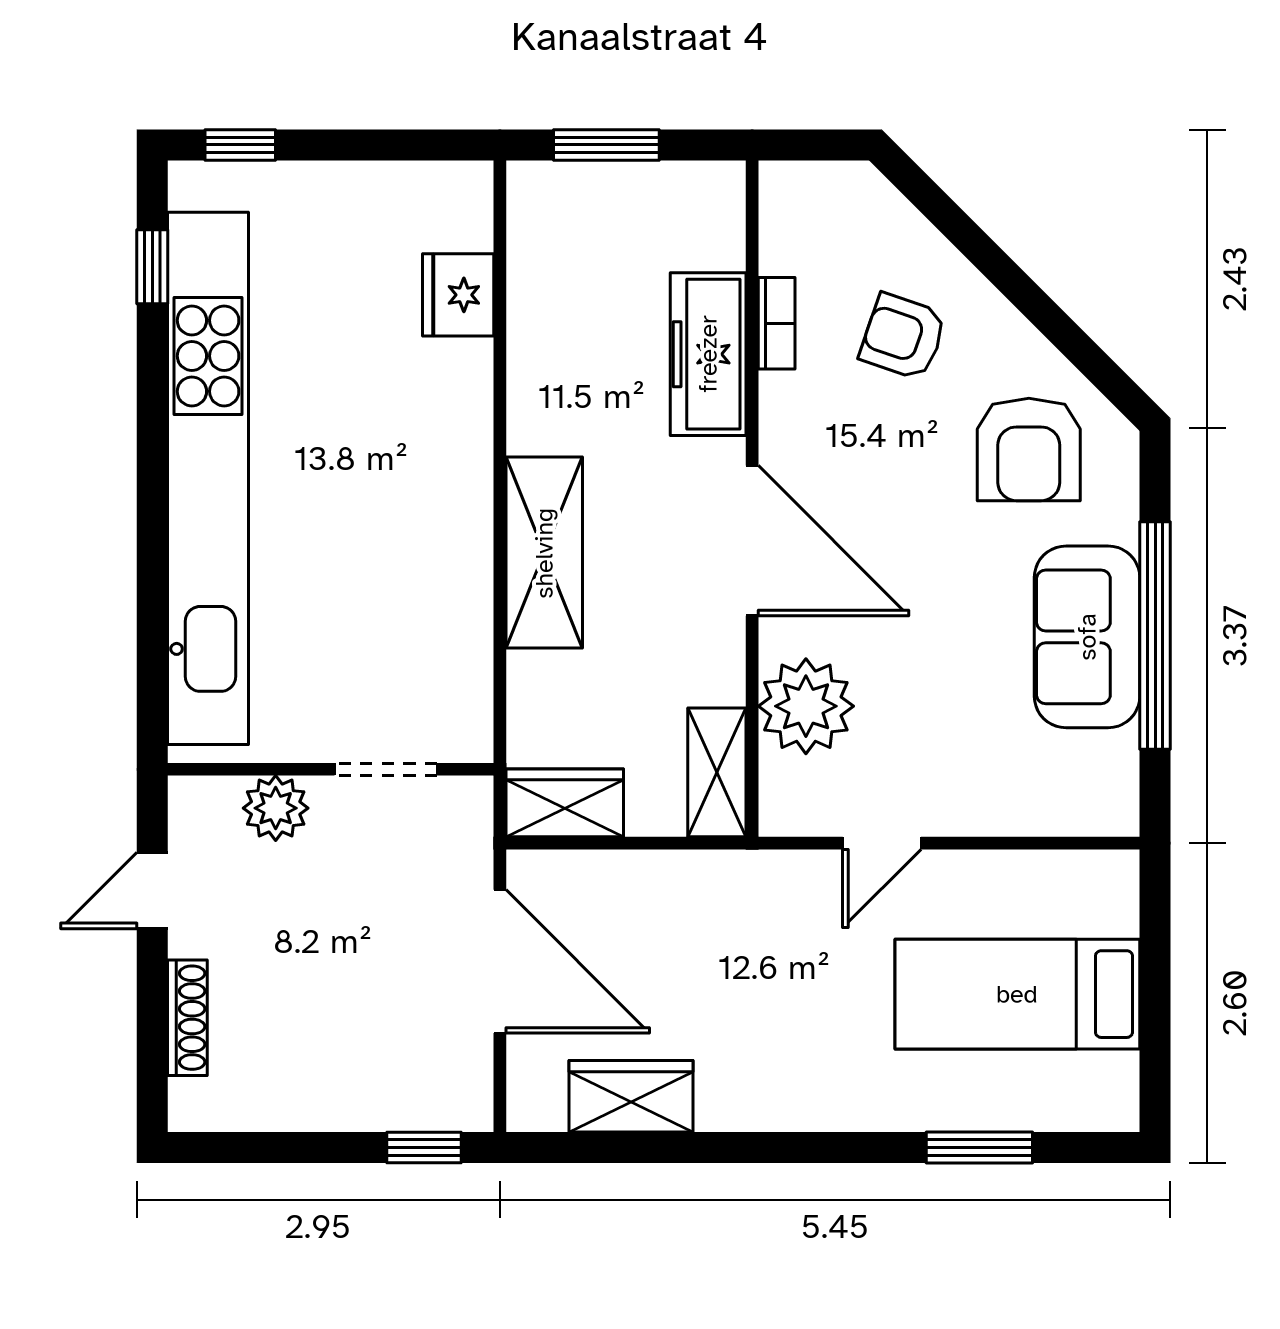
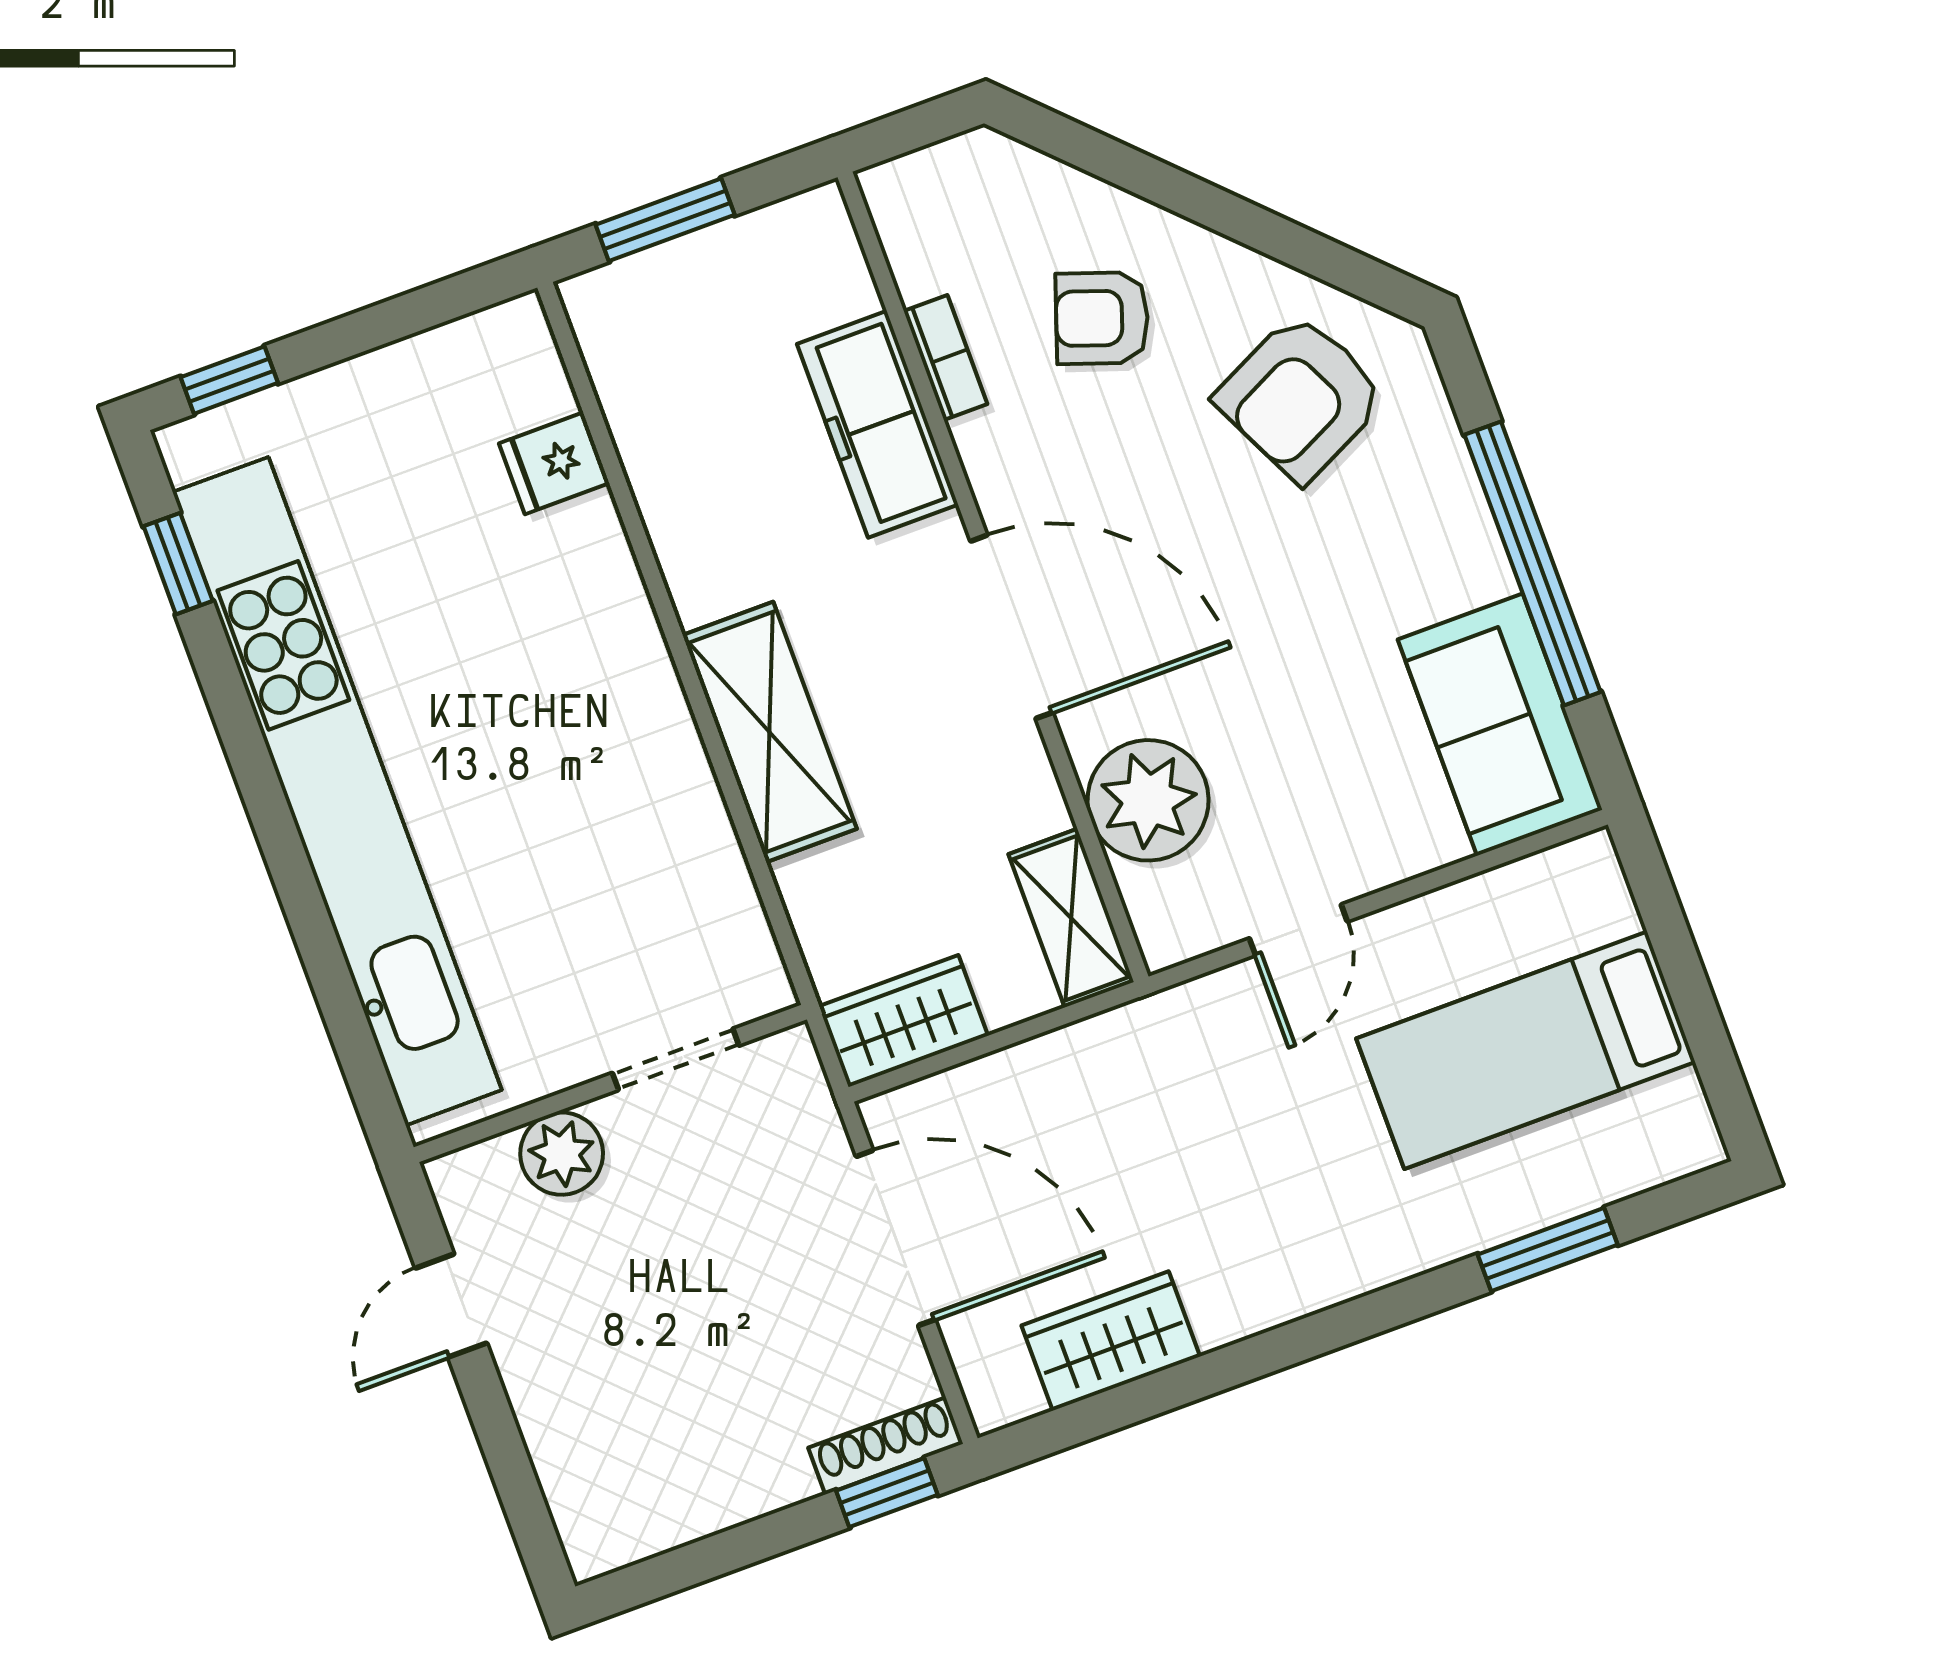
fridge: (458, 295) -> (554, 463), width x0.72
armchair: (1029, 449) -> (1301, 397), turned 64
sofa: (1087, 637) -> (1500, 725), moved
shoe rack: (187, 1018) -> (886, 1446), moved, turned -90

